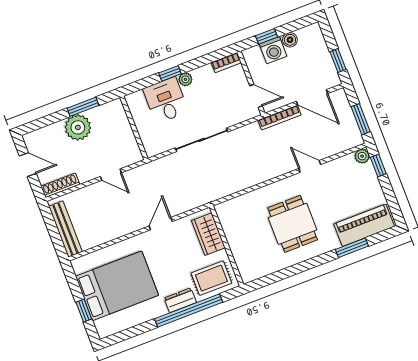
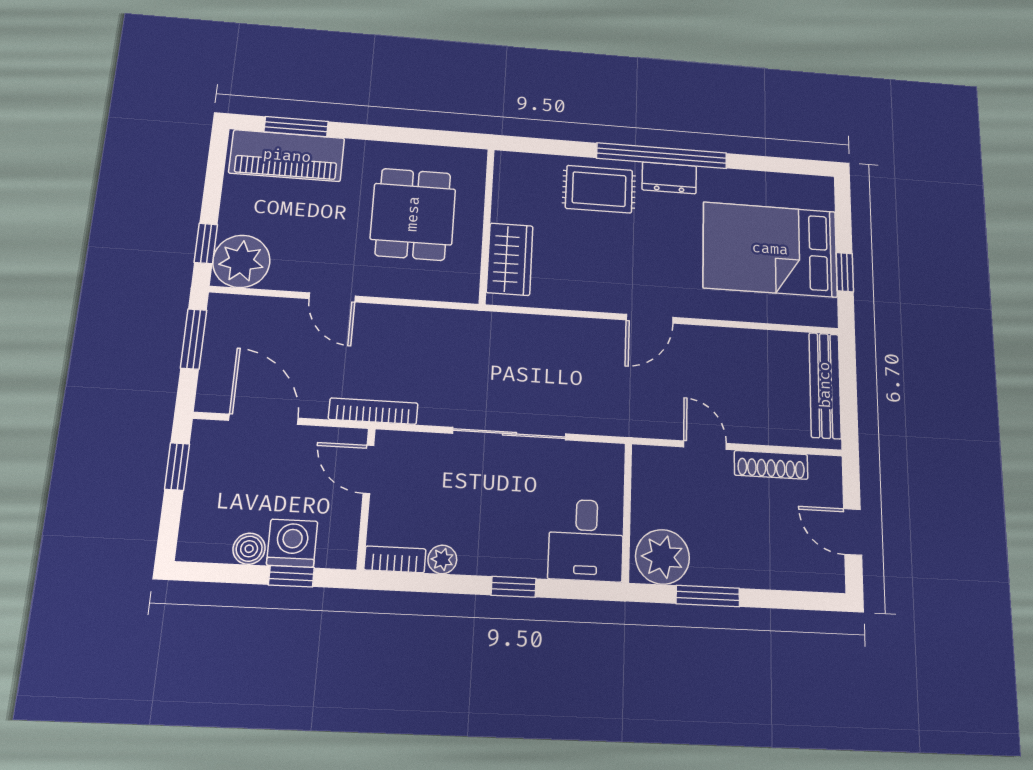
plant: (185, 79) -> (442, 559), moved
desk: (166, 100) -> (586, 540), moved
bookcase: (280, 118) -> (373, 411), moved
plant: (78, 127) -> (662, 557), moved
plant: (362, 156) -> (241, 261), width x1.87, depth x1.87
shoe rack: (60, 185) -> (771, 465), moved
wardrobe: (208, 234) -> (510, 259), moved
wall: (226, 246) -> (487, 225), moved
window: (352, 248) -> (296, 127), moved
window: (84, 311) -> (845, 272), moved

